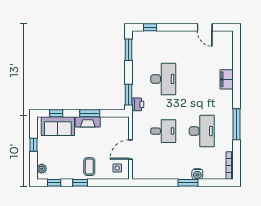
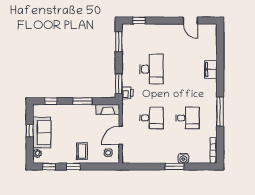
fireplace: (88, 122) -> (108, 109), moved
sofa: (58, 126) -> (42, 132), moved, turned -90
desk: (202, 131) -> (187, 118), width x0.73

